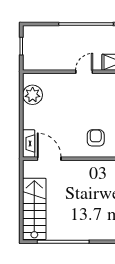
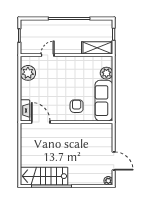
door: (84, 72) -> (48, 55), moved
stairs: (34, 209) -> (44, 176), moved, turned -90

